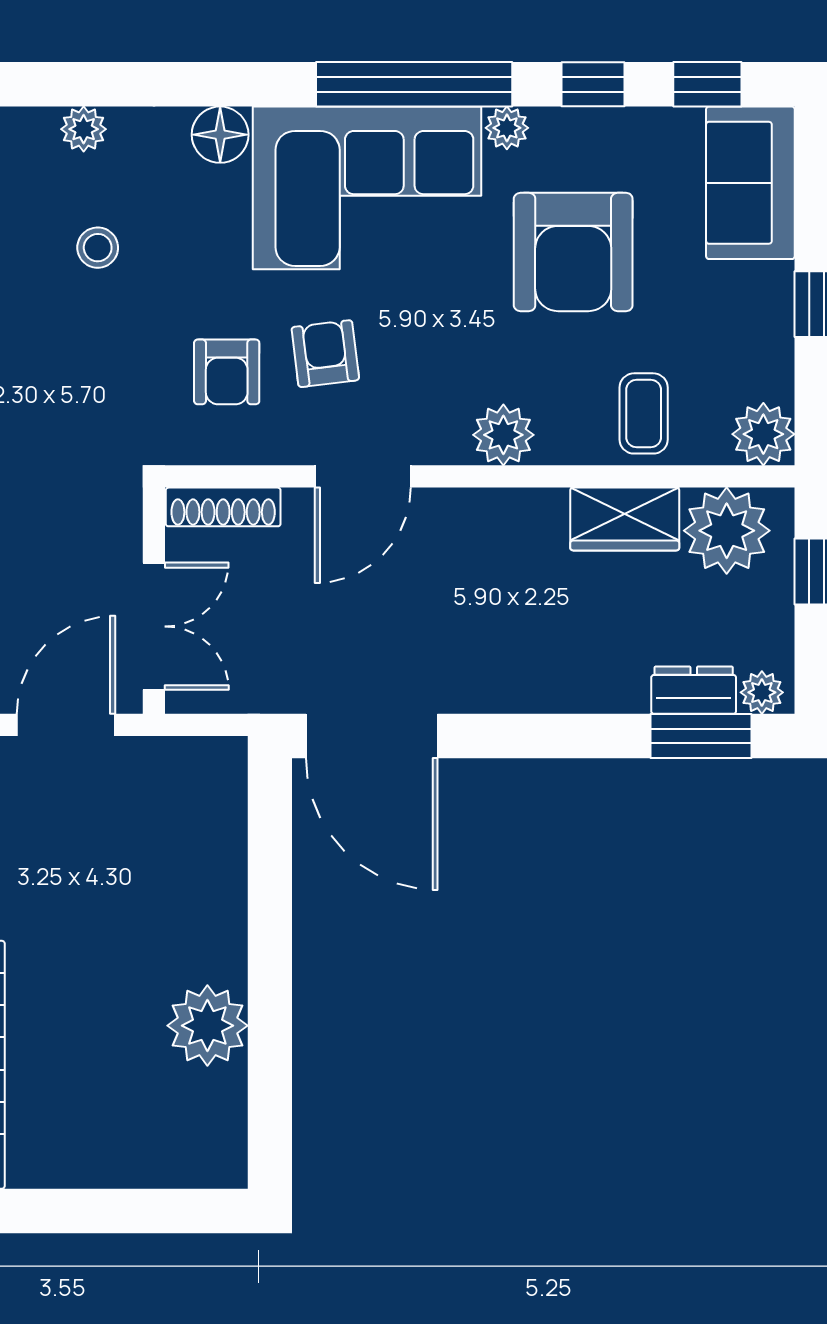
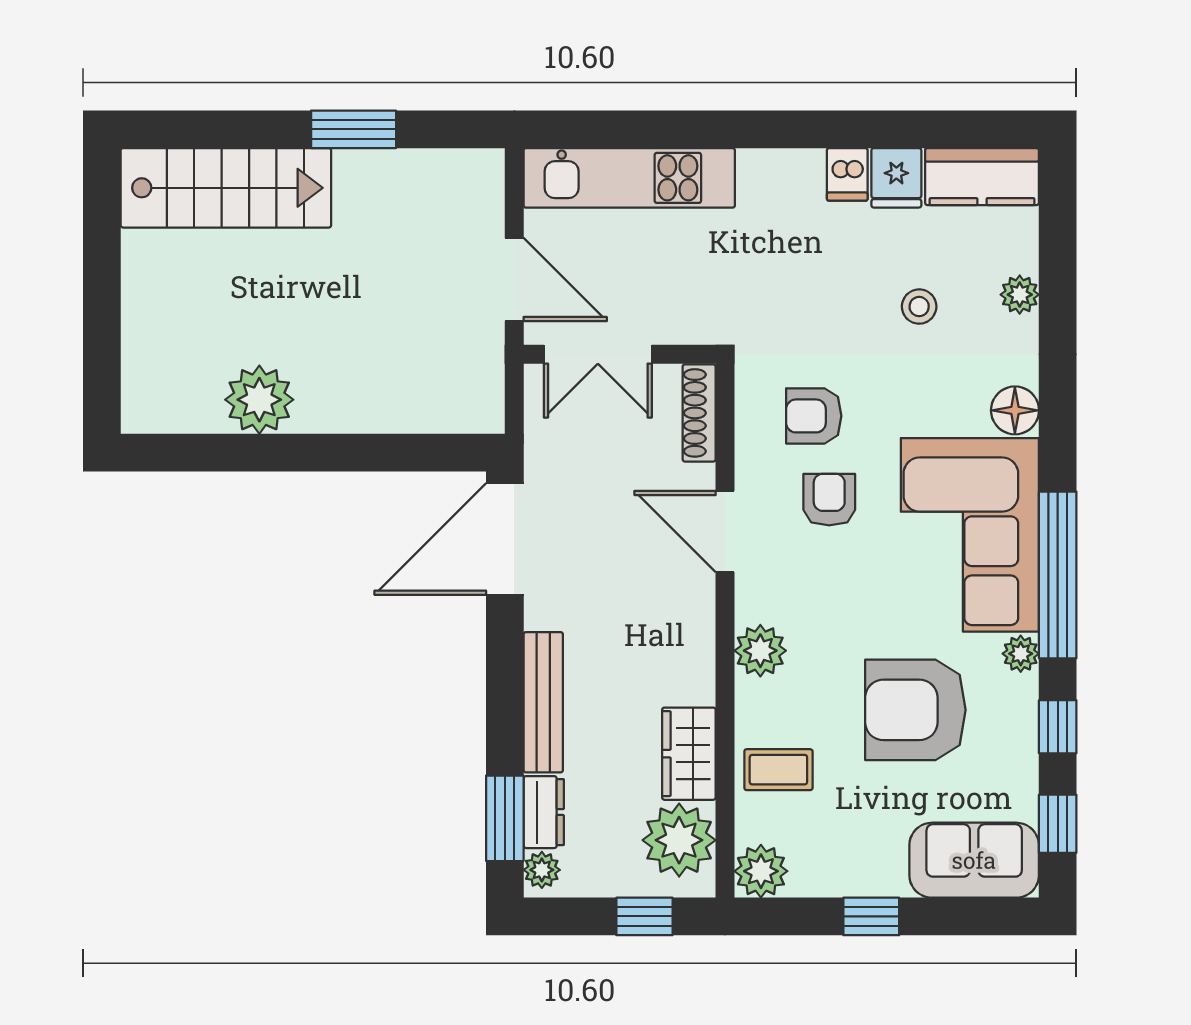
armchair: (325, 354) -> (829, 500), turned -83
bench: (564, 691) -> (543, 702), added

